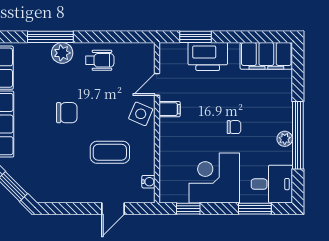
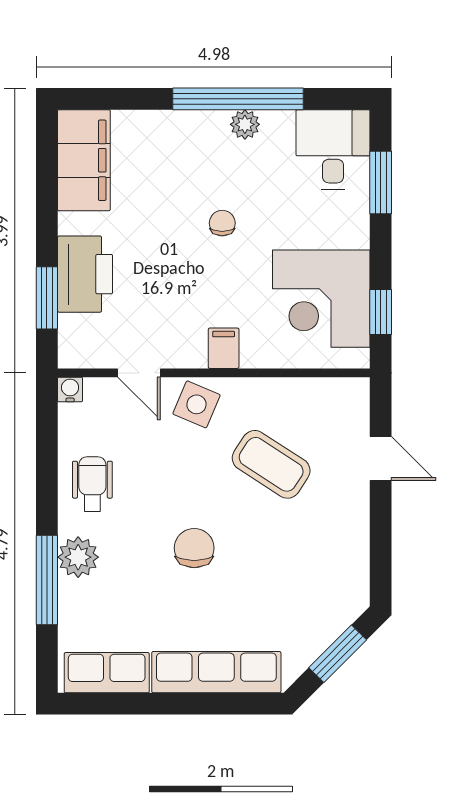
filing cabinet: (170, 109) -> (224, 348), moved
coffee table: (110, 152) -> (271, 464), turned -57
corner desk: (214, 178) -> (321, 299), moved
water cooler: (148, 182) -> (70, 389), moved

